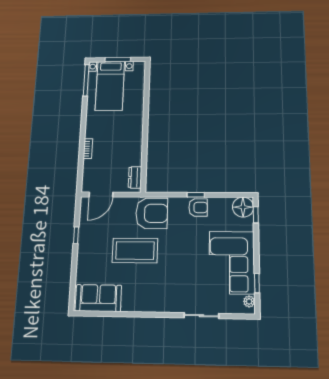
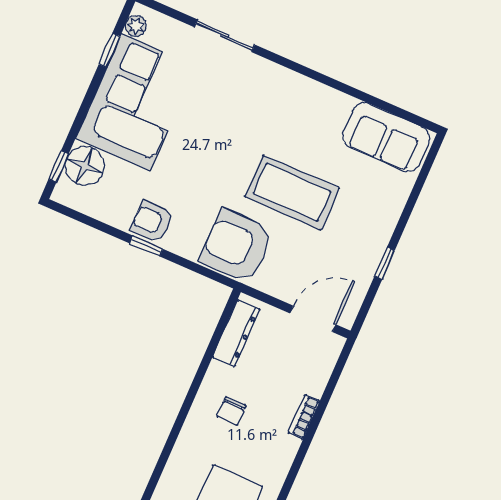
chair: (123, 137) -> (231, 411), added
dresser: (135, 177) -> (236, 333), width x1.44
floor lamp: (243, 207) -> (85, 166), moved

